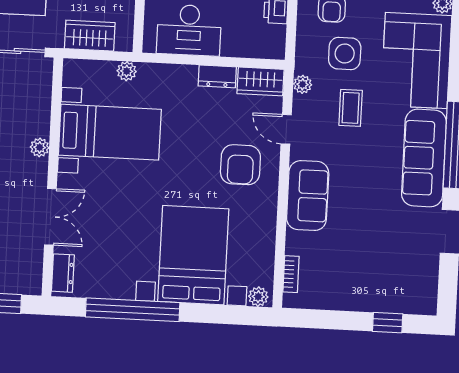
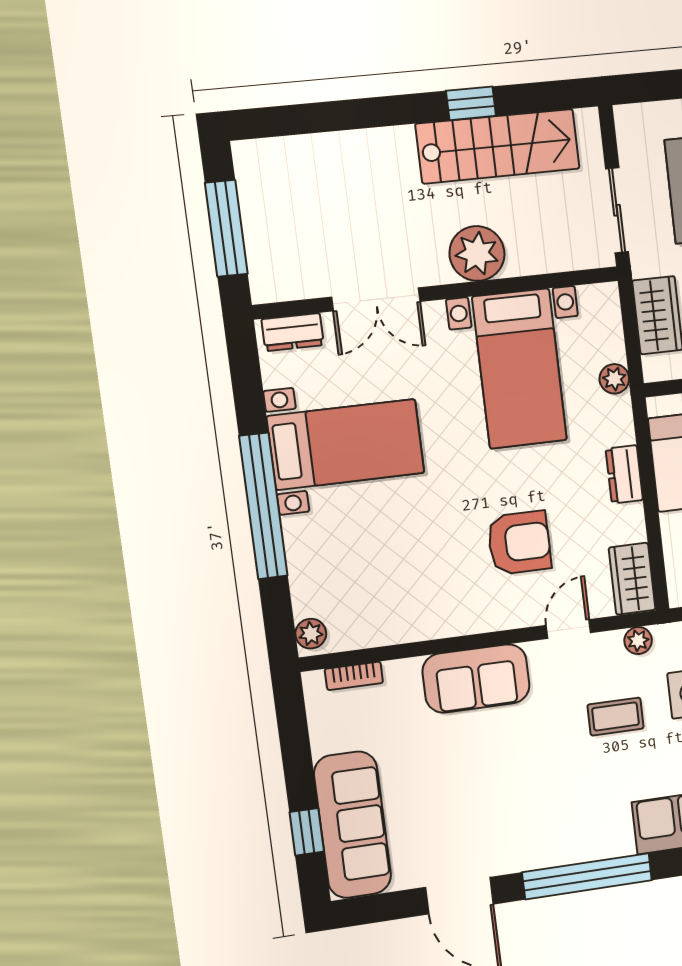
dresser: (217, 76) -> (624, 474), moved
plant: (40, 147) -> (477, 253), width x1.88, depth x1.88
sofa: (424, 158) -> (353, 825), moved, turned 90
armchair: (240, 165) -> (519, 543), moved, turned 180
bed with nightstands: (193, 255) -> (346, 445), moved, width x0.73
window: (133, 310) -> (263, 506), moved

